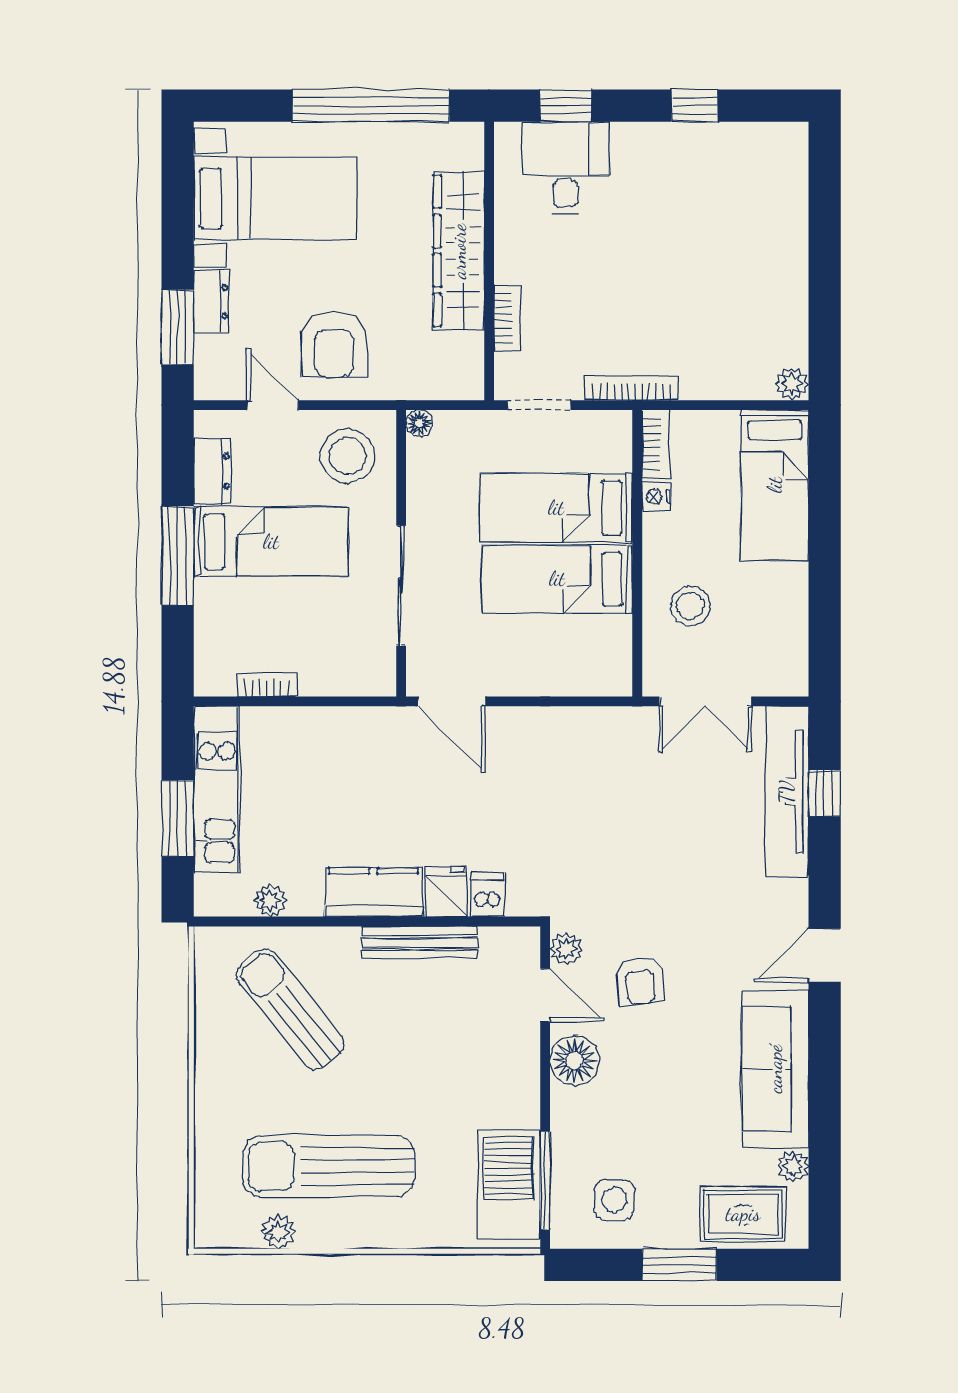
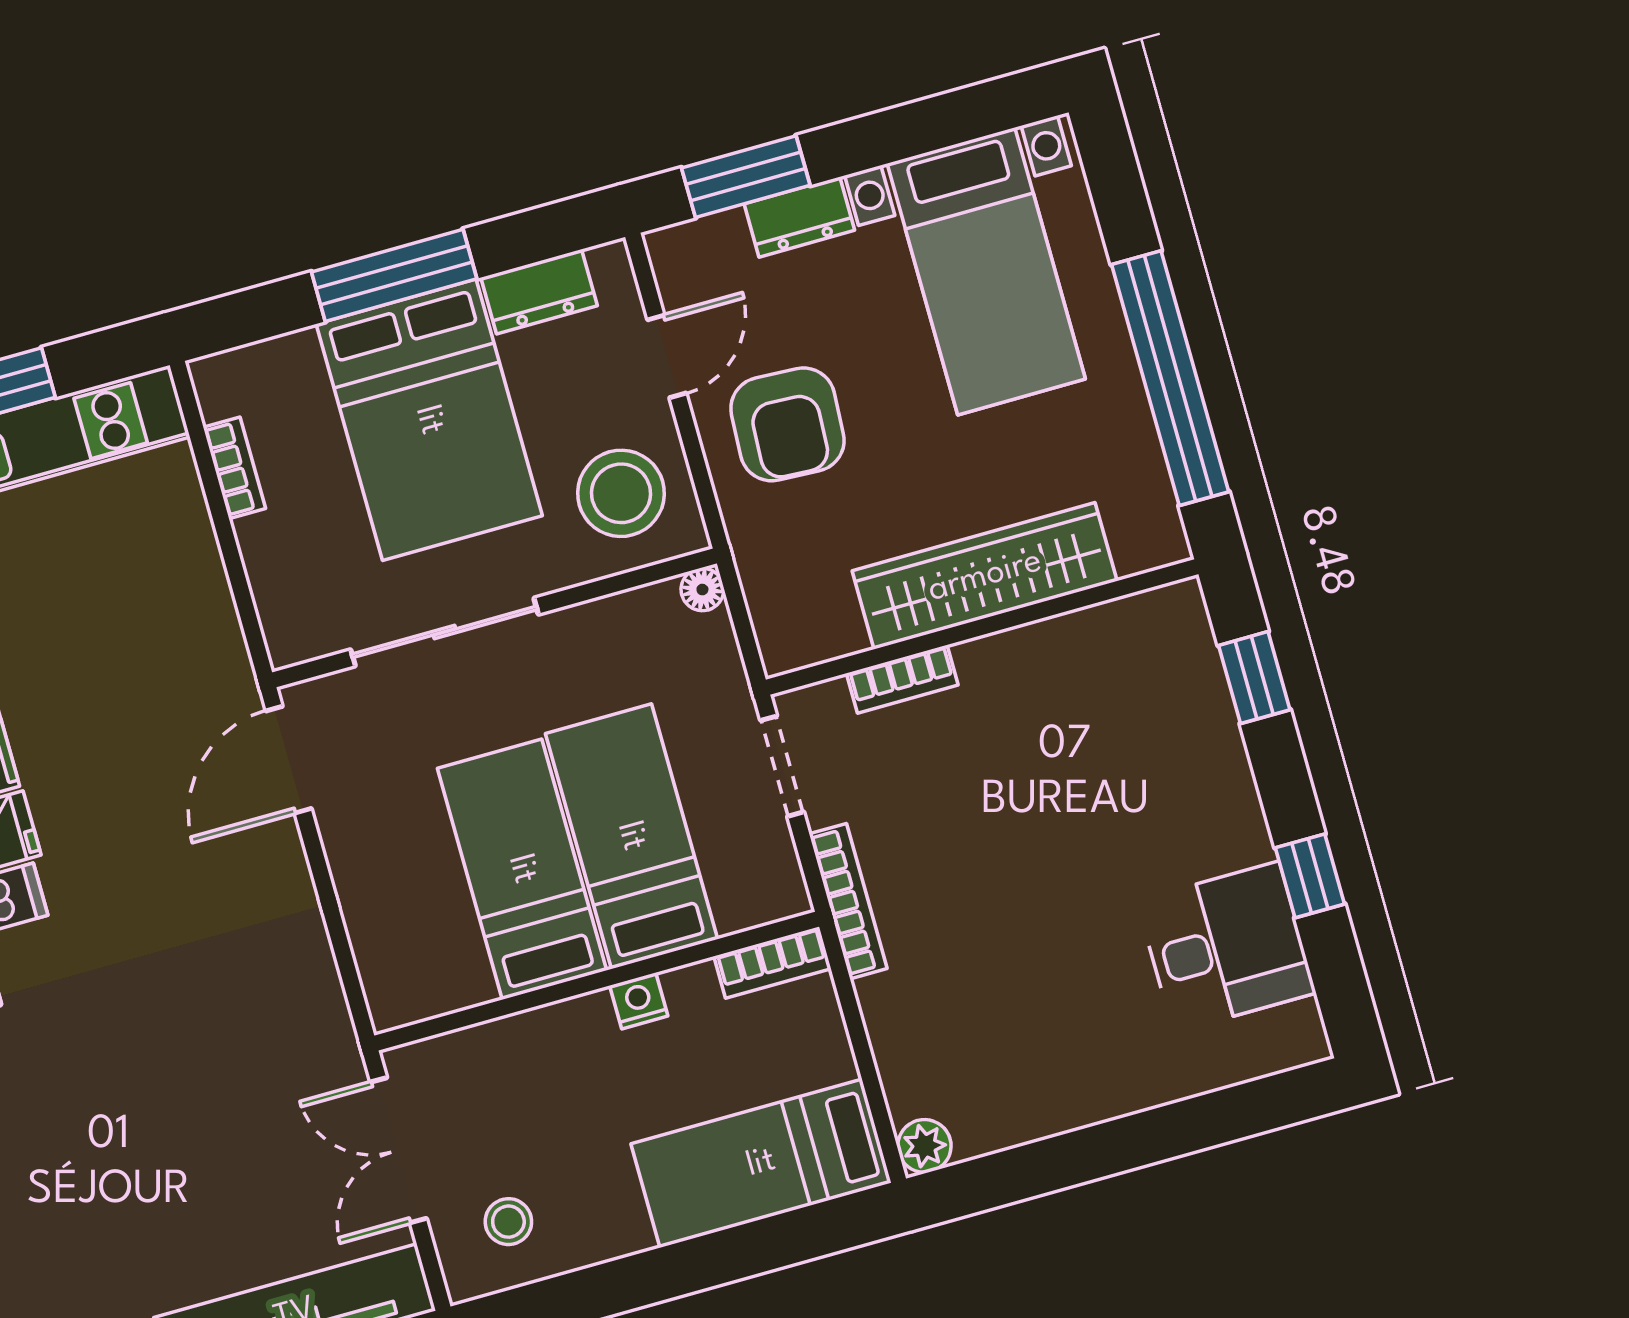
desk: (565, 168) -> (1226, 947), moved
armchair: (334, 344) -> (787, 424), turned -87
nightstand: (656, 497) -> (639, 1001), moved
bed: (271, 542) -> (429, 420), width x1.50
stool: (690, 606) -> (508, 1222), moved, width x0.73, depth x0.73

